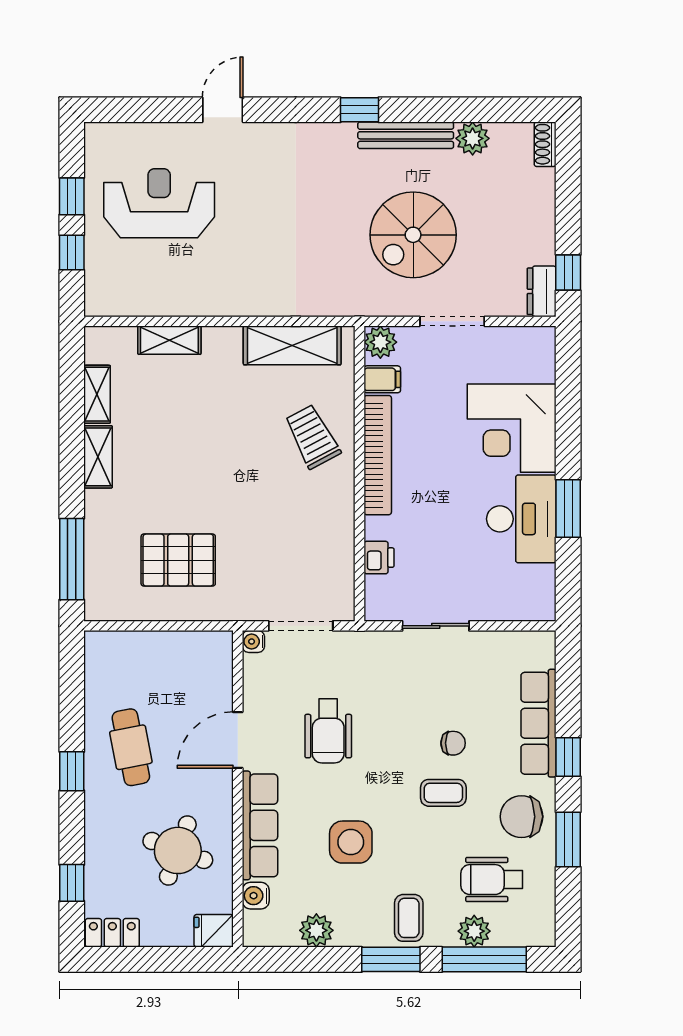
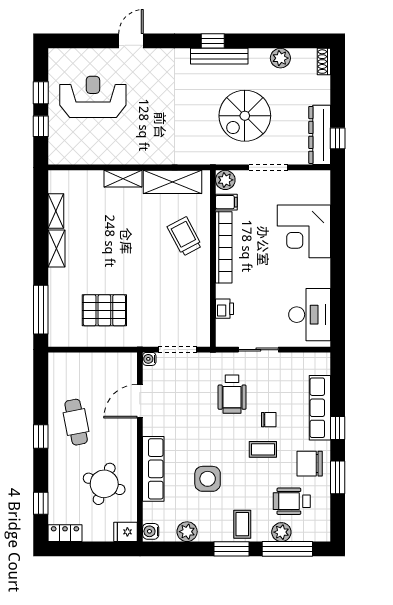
bench: (406, 135) -> (219, 56), moved
dresser: (542, 291) -> (320, 135), width x1.96, depth x1.24
shelving: (169, 340) -> (123, 179), moved
window: (568, 509) -> (338, 279), removed
desk: (521, 519) -> (310, 315), moved
wheelchair: (328, 731) -> (232, 394), moved
door: (238, 740) -> (140, 401), moved
water cooler: (256, 896) -> (151, 531), moved

